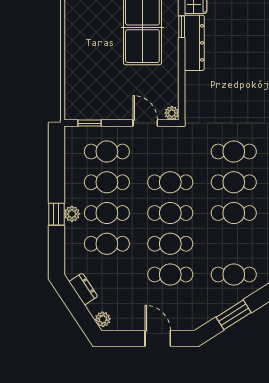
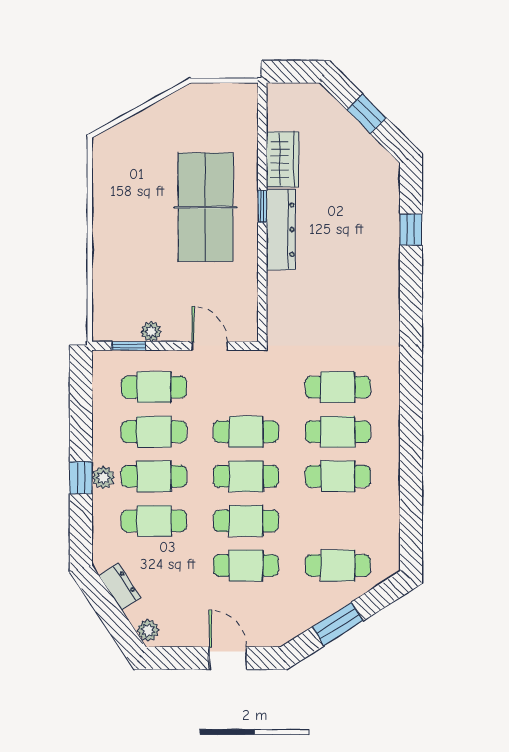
plant: (172, 113) -> (151, 332), moved

